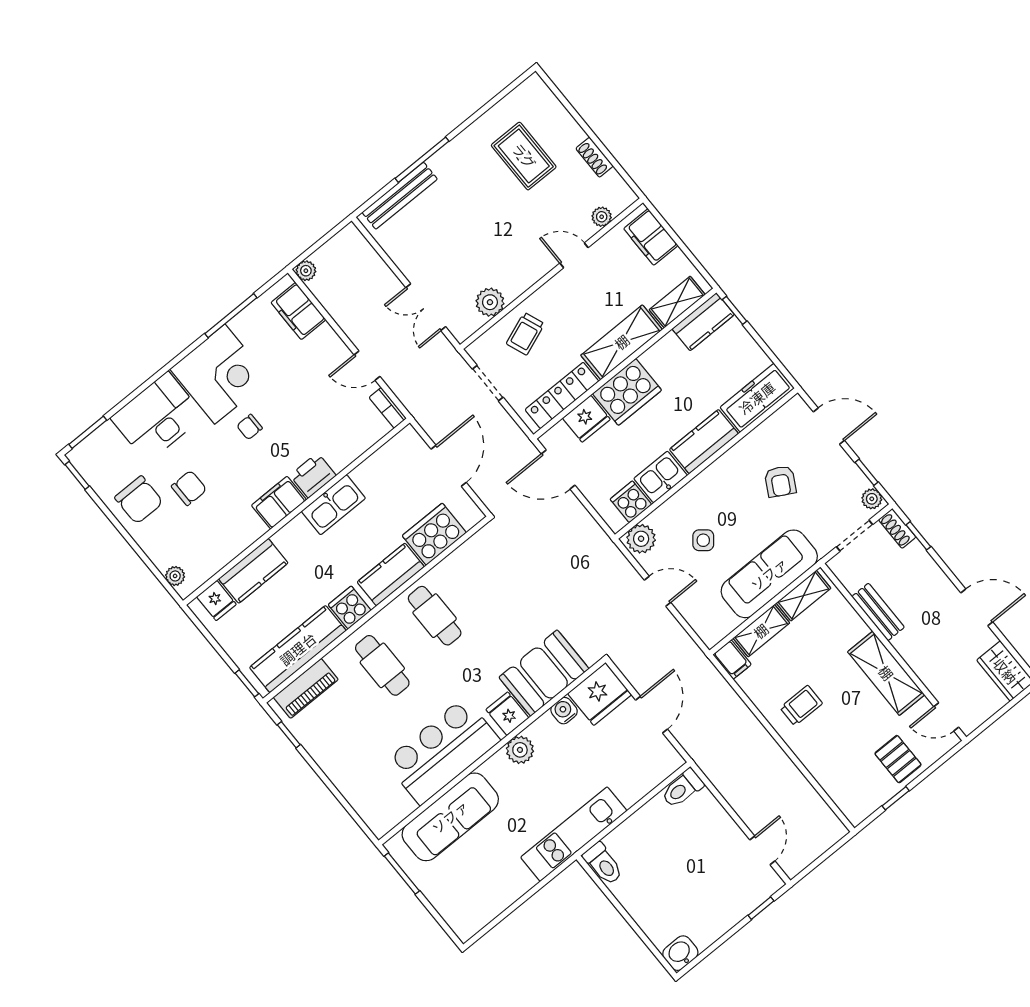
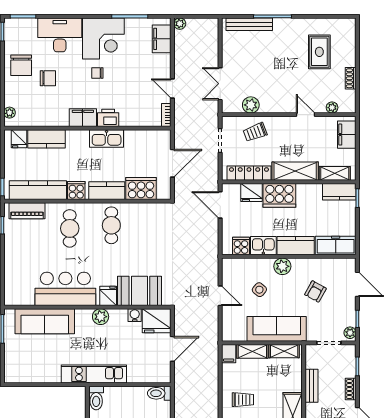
shoe rack: (897, 528) -> (351, 389), moved
plant: (641, 539) -> (282, 266), moved

